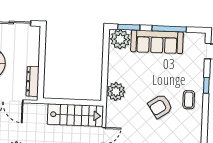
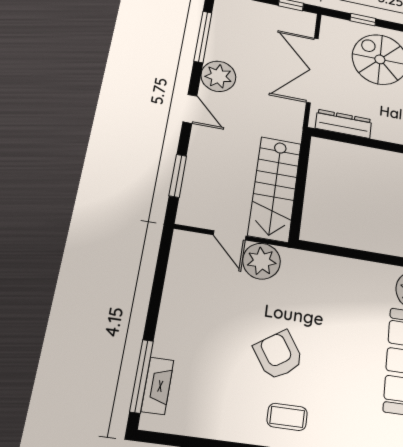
plant: (116, 91) -> (262, 261), moved

